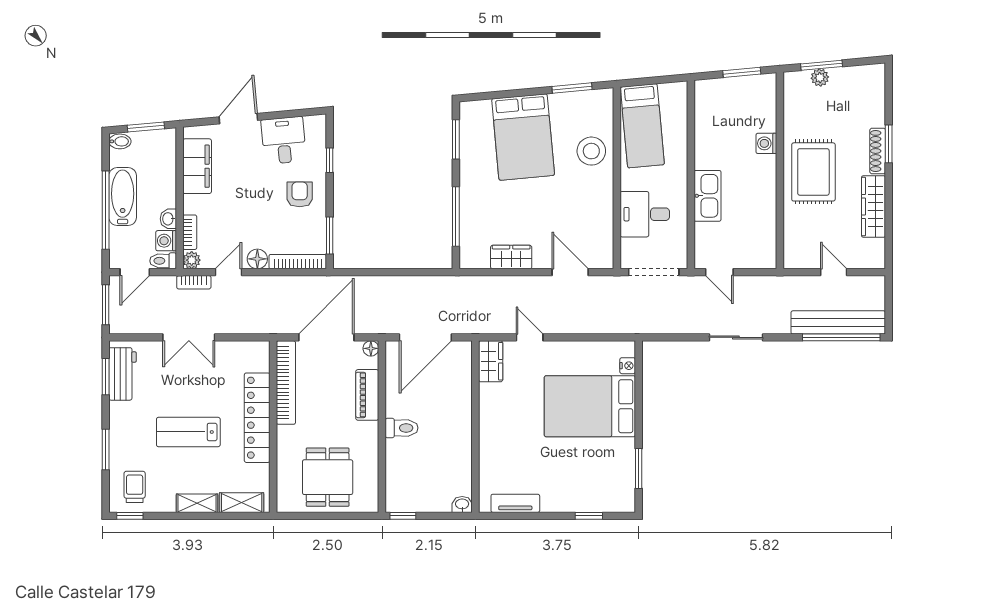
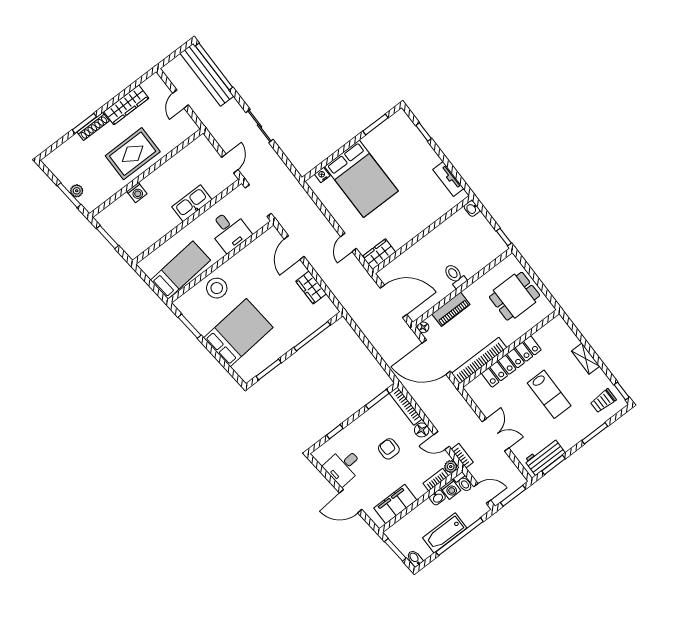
armchair: (300, 194) -> (389, 449), moved, turned 90
shelving: (242, 503) -> (566, 334), removed

